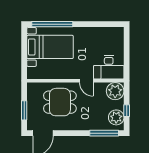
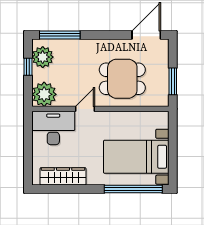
wardrobe: (102, 33) -> (63, 176), added
door: (86, 81) -> (85, 109), hinge flipped
window: (24, 110) -> (173, 81), moved

